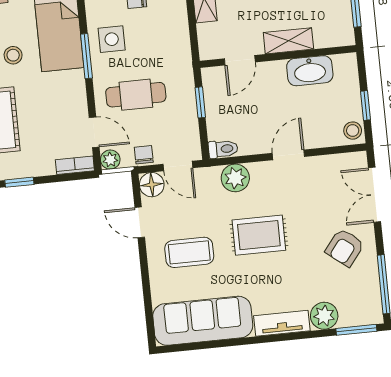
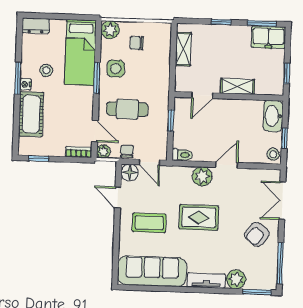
washbasin: (310, 71) -> (273, 116), moved, turned 90
plant: (235, 178) -> (202, 176), moved

